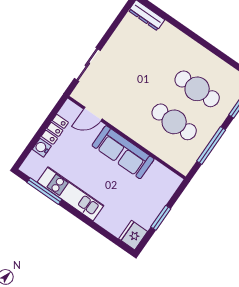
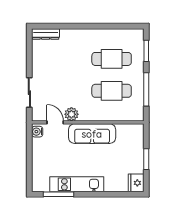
door: (93, 114) -> (55, 122), swing flipped
plant: (116, 117) -> (71, 114), added
locker: (55, 129) -> (37, 149), removed
water cooler: (42, 148) -> (37, 132), moved

